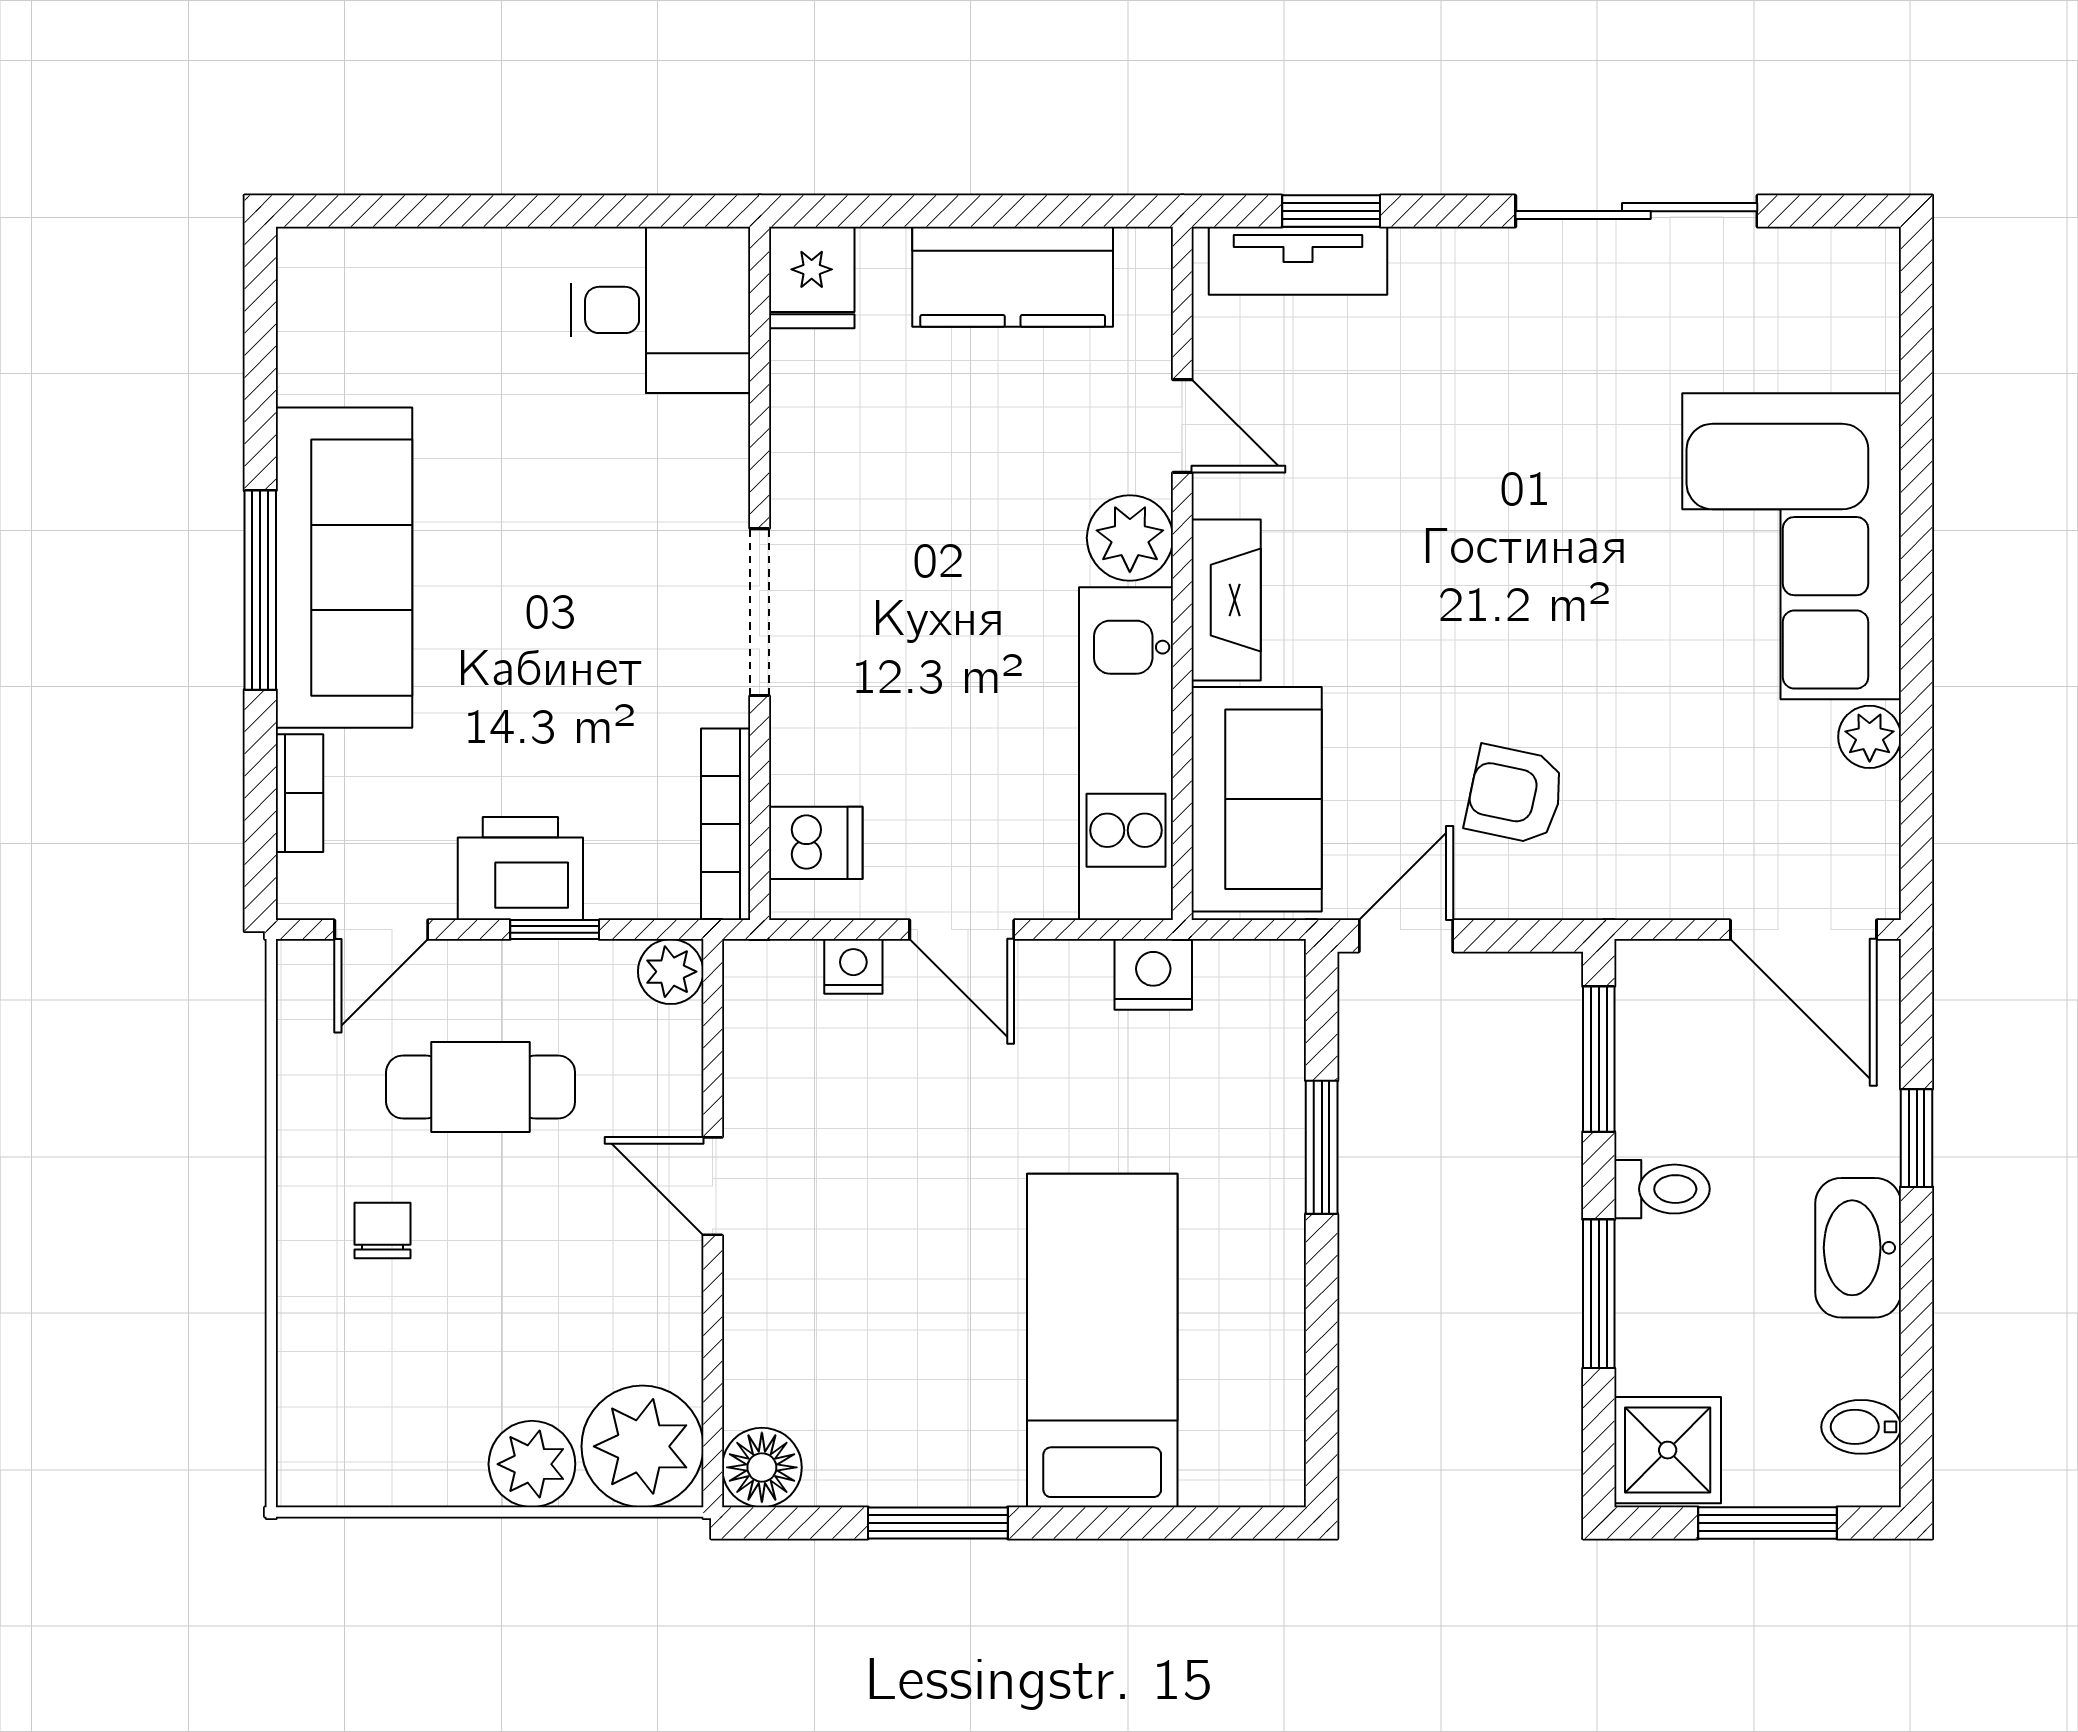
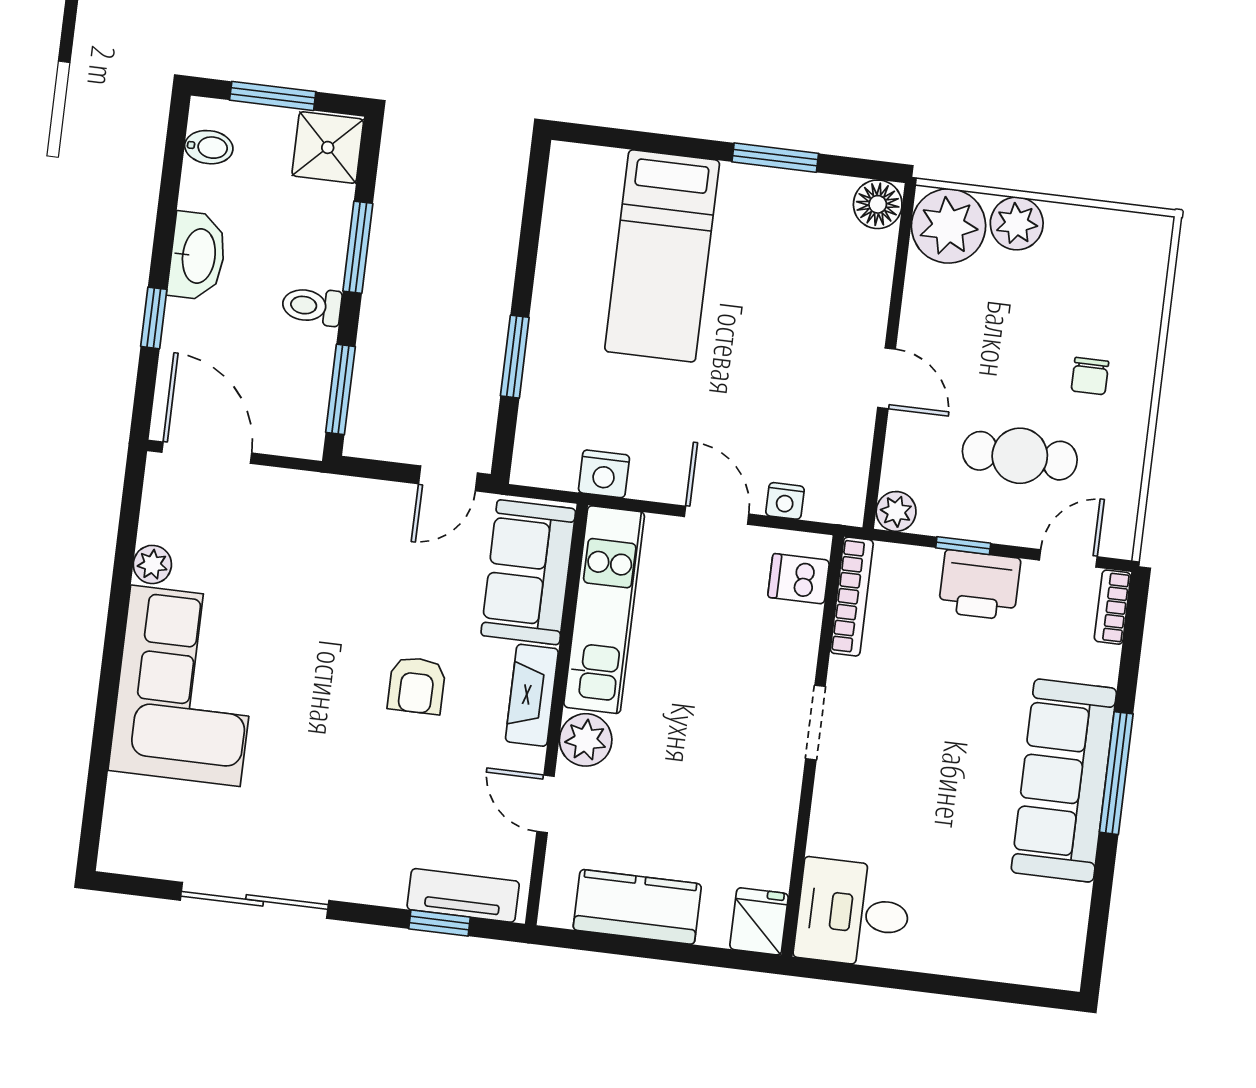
doorway: (760, 612) -> (815, 723), width x0.73
bookcase: (300, 793) -> (1113, 607), moved
armchair: (1515, 795) -> (417, 685), moved, turned 78

